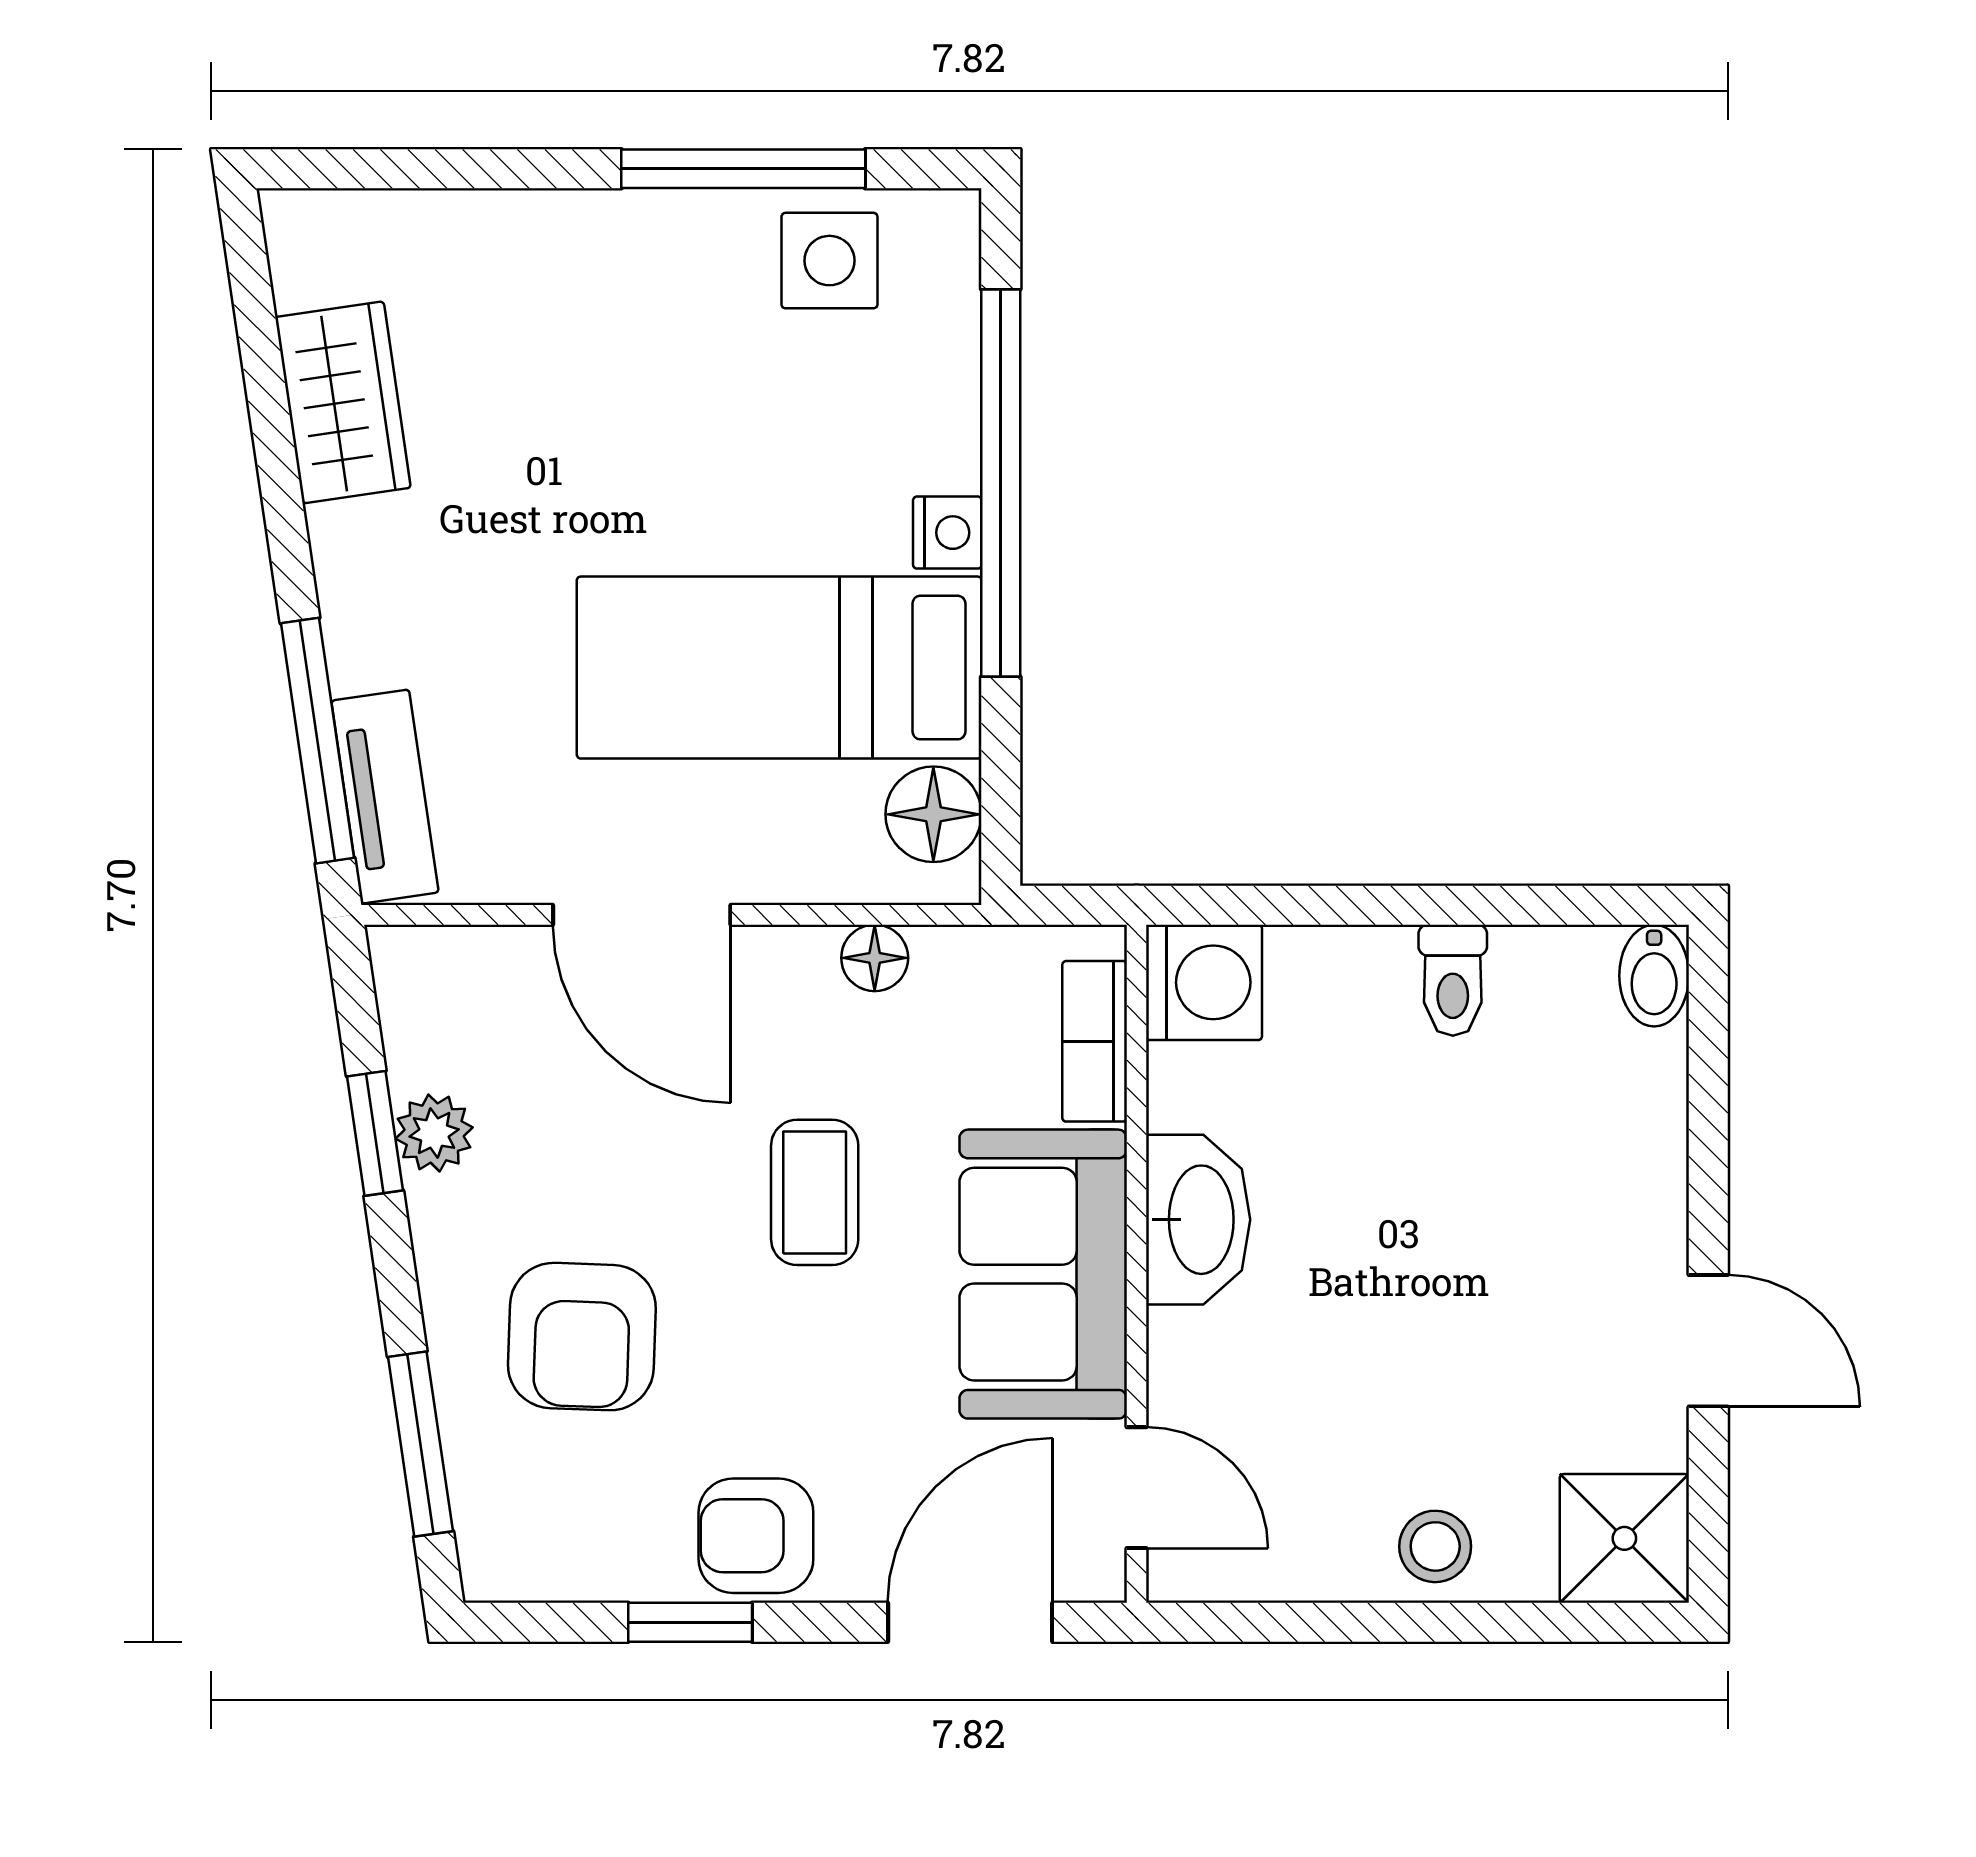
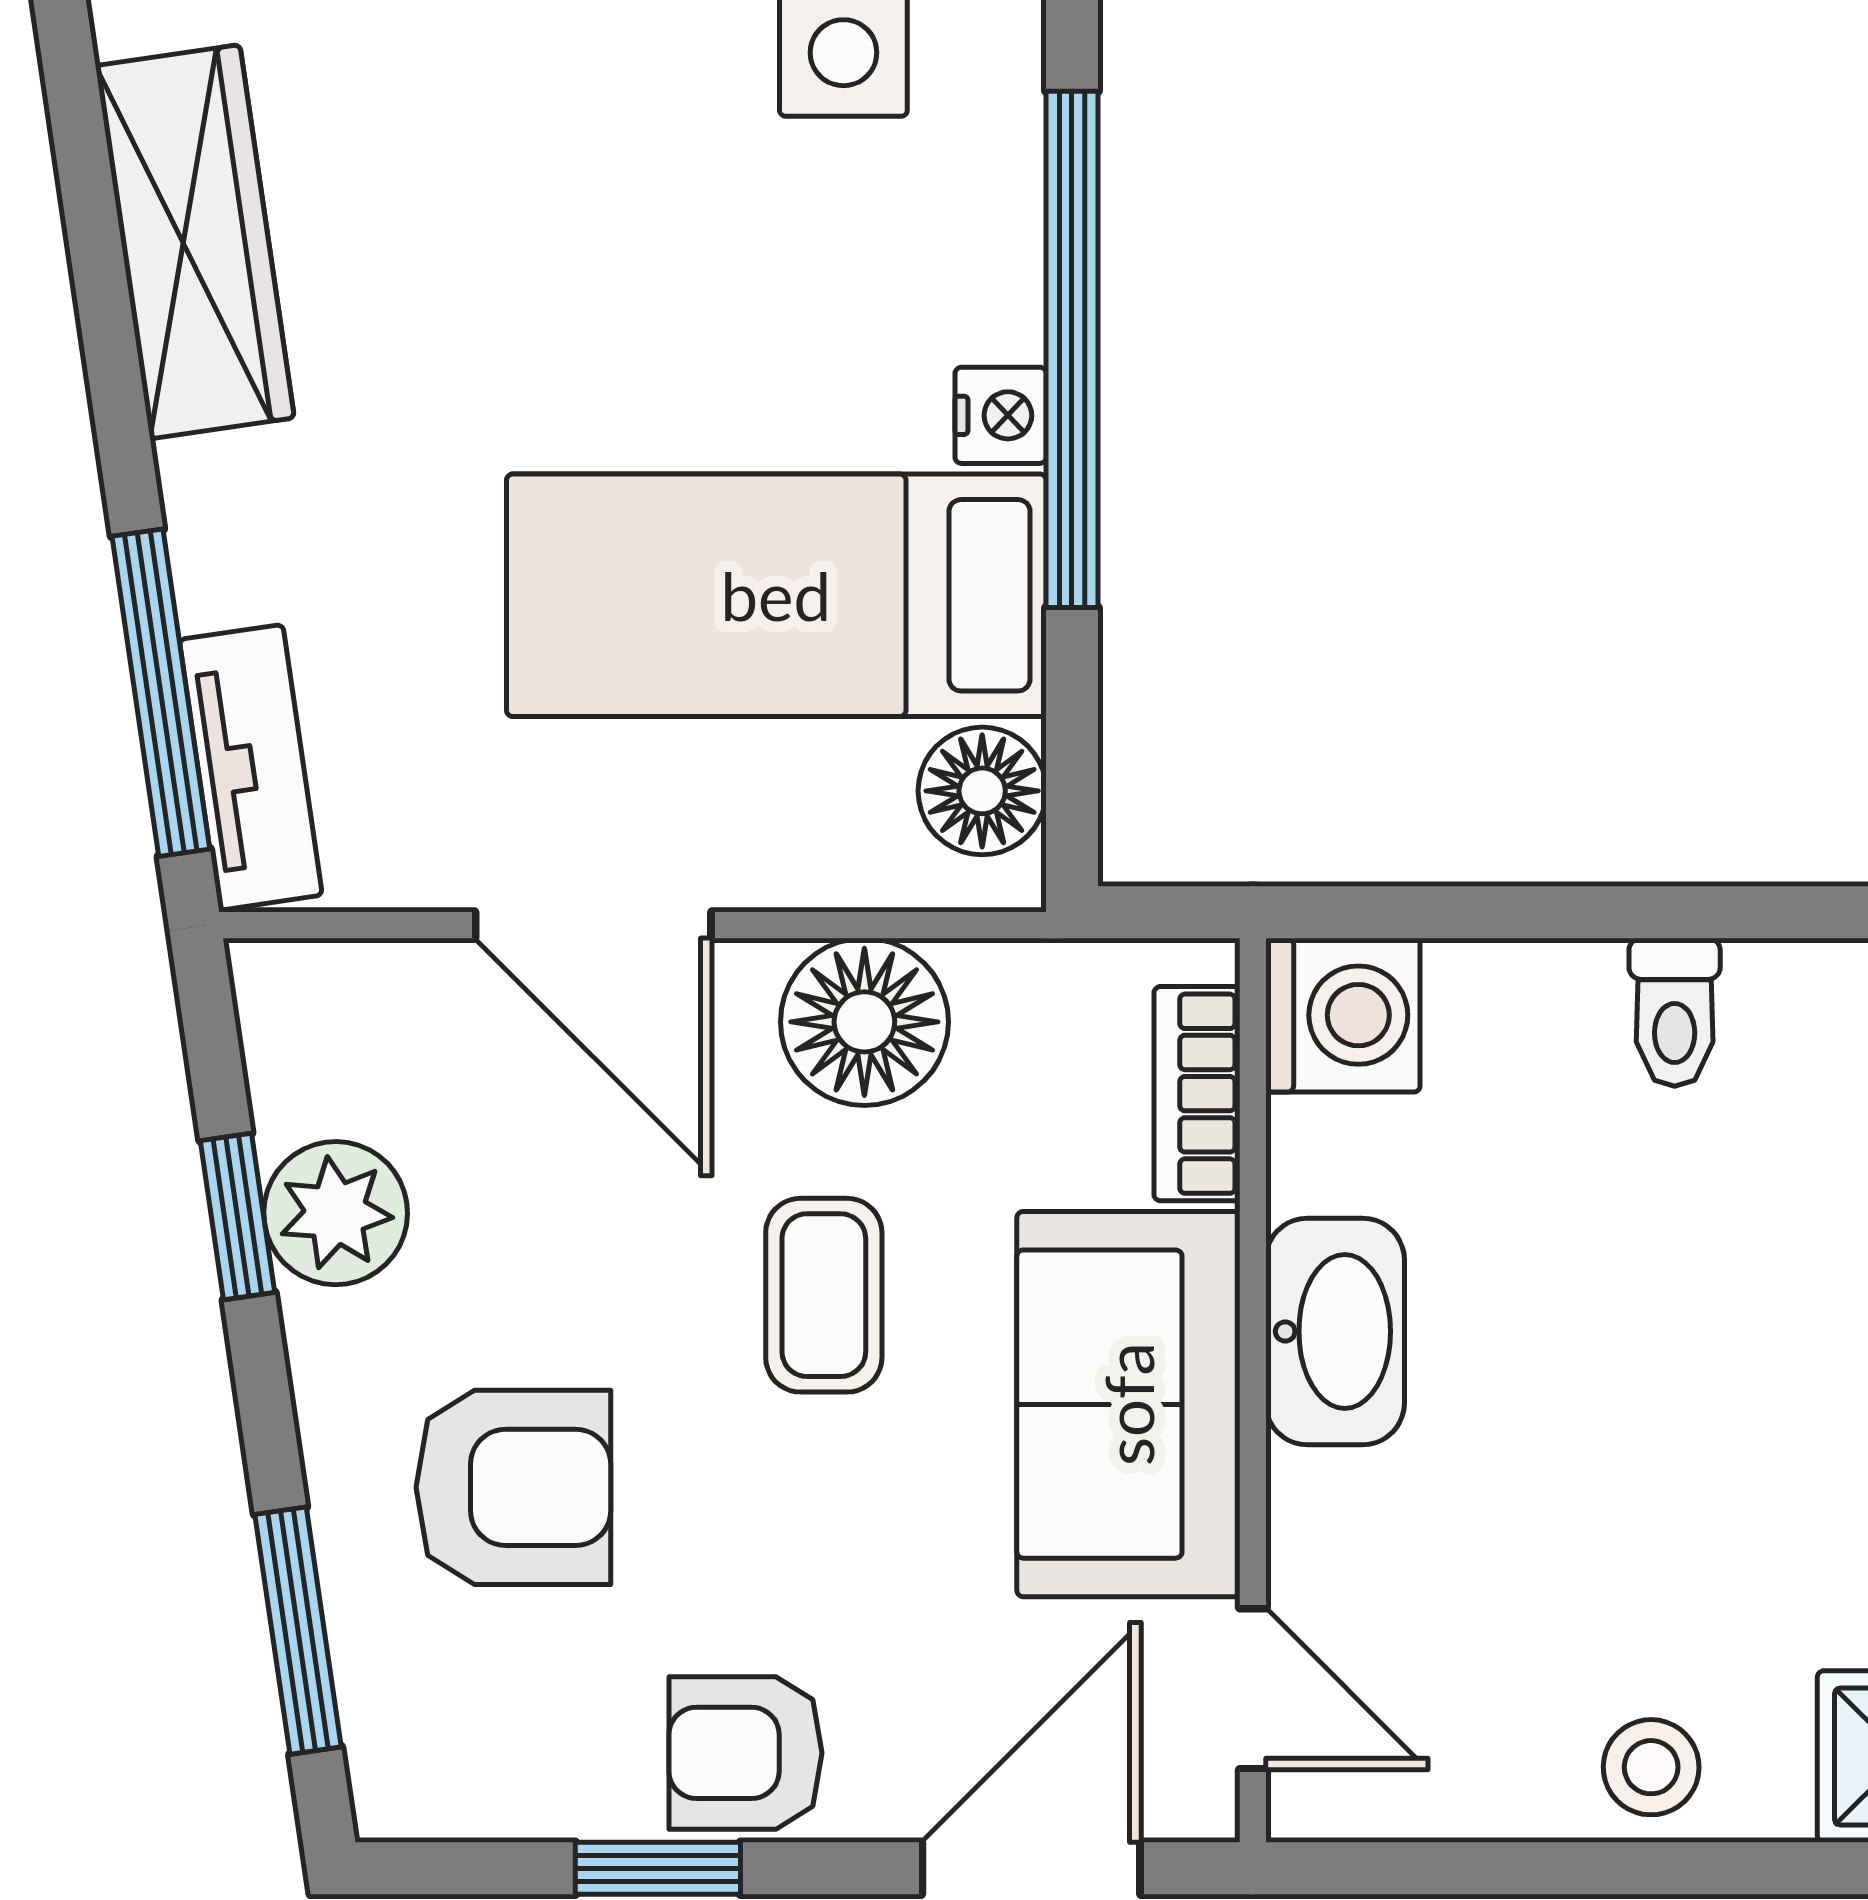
wardrobe: (343, 402) -> (195, 242), width x1.50
floor lamp: (875, 958) -> (864, 1022), width x1.89, depth x1.89
plant: (434, 1133) -> (336, 1213), width x1.38, depth x1.38
armchair: (582, 1337) -> (513, 1487), turned -92

